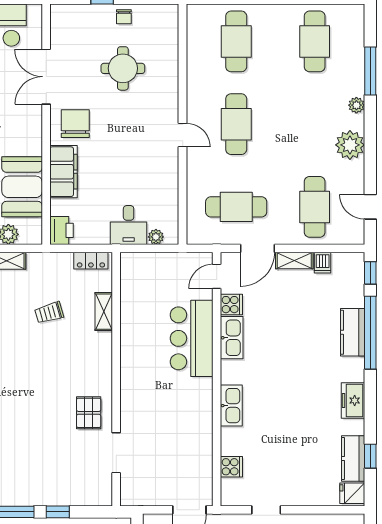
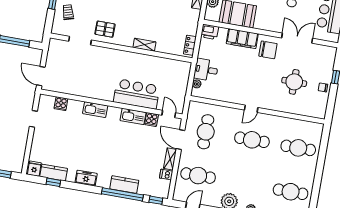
shelving: (104, 312) -> (144, 45), moved
trolley: (49, 313) -> (68, 12), moved

